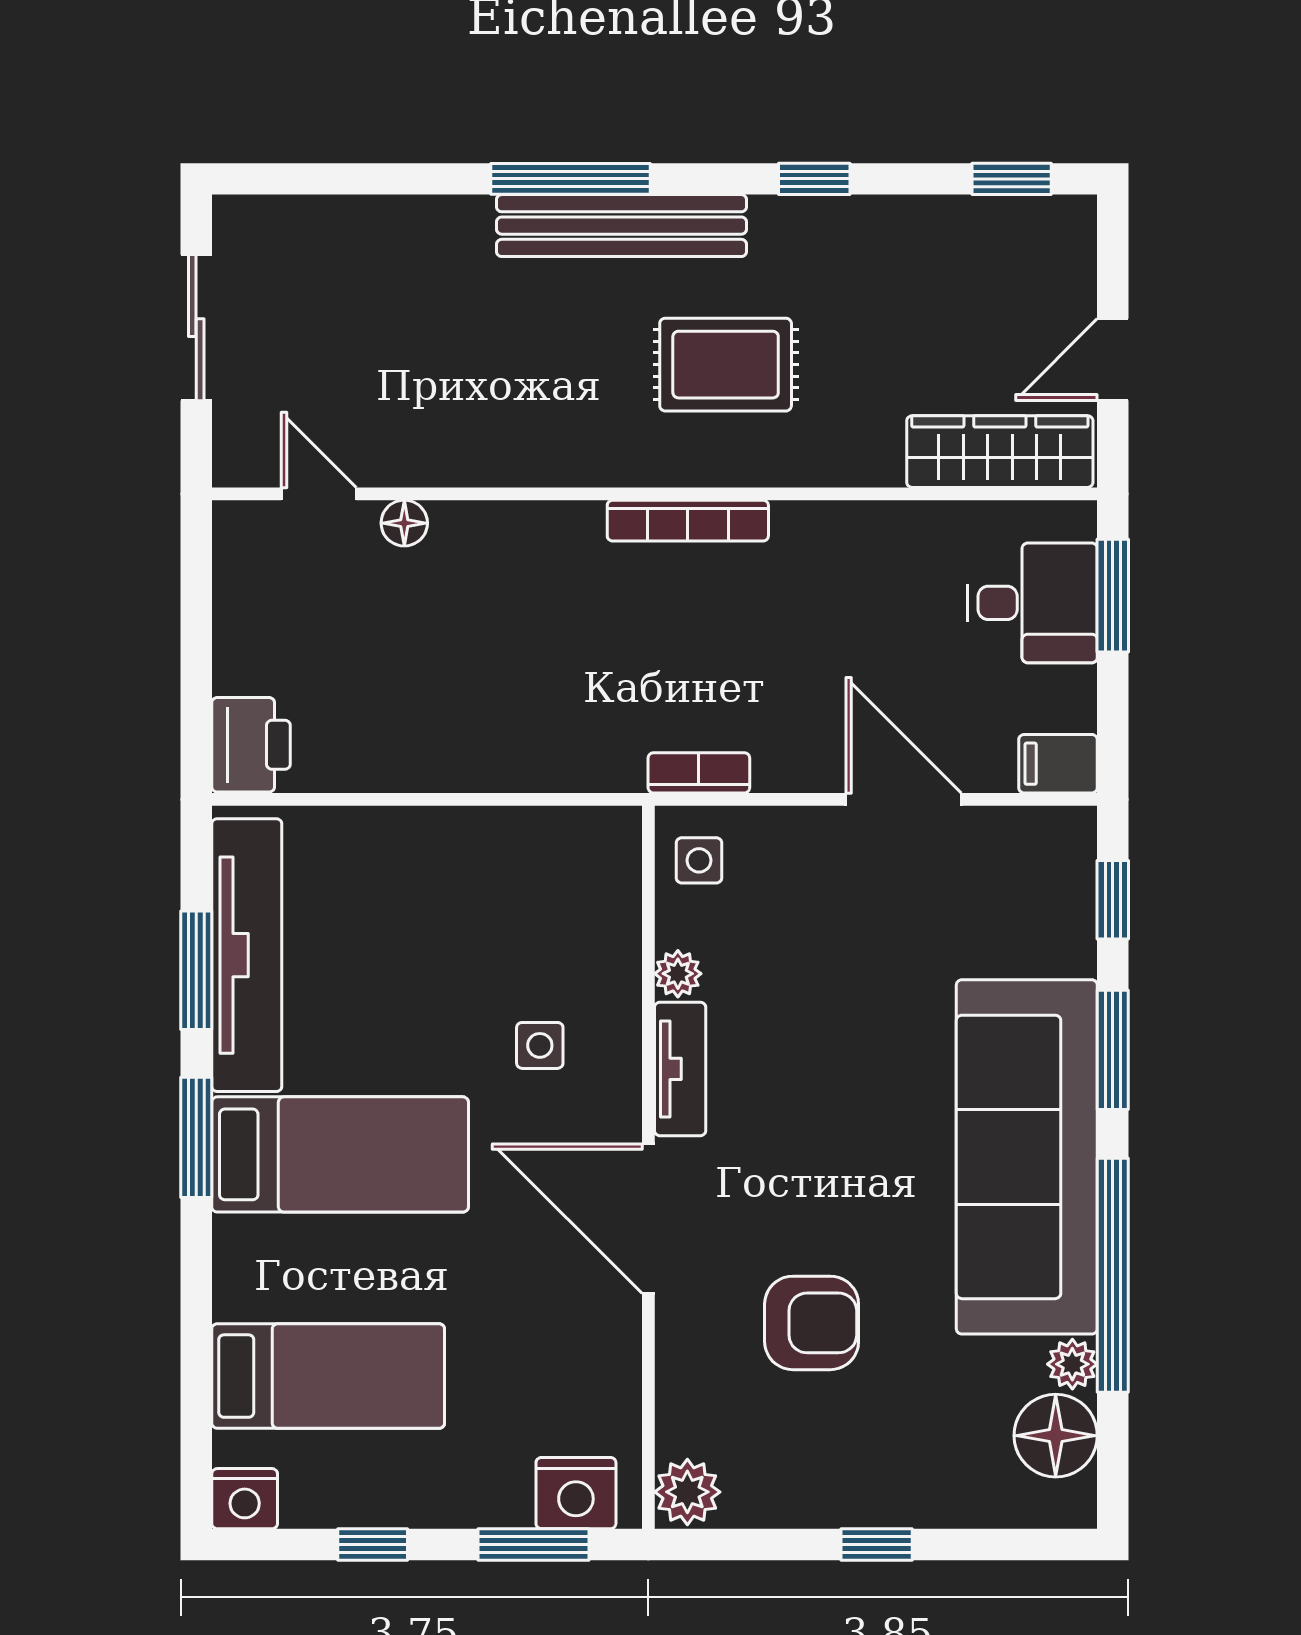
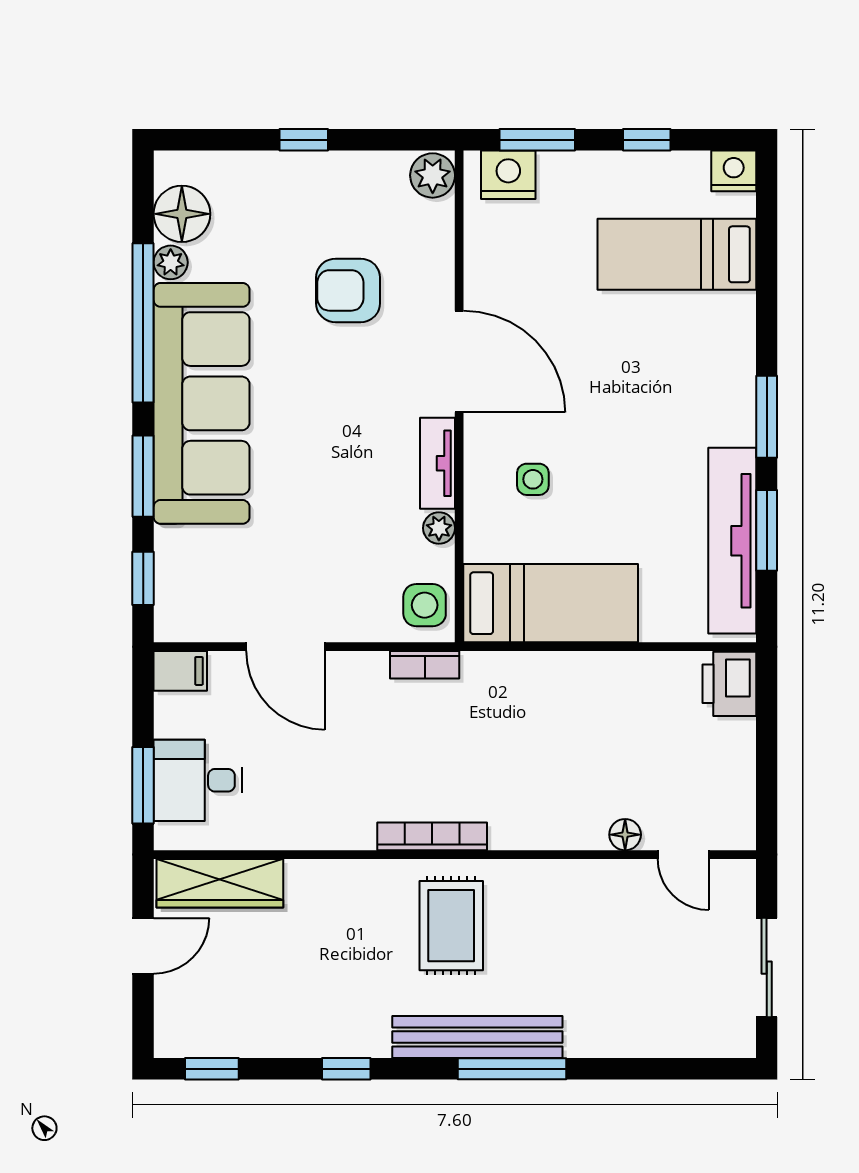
rug: (726, 365) -> (451, 926), moved, turned 90
side table: (699, 860) -> (425, 605), width x1.37, depth x1.37
bed: (340, 1154) -> (551, 603), moved, turned 180

